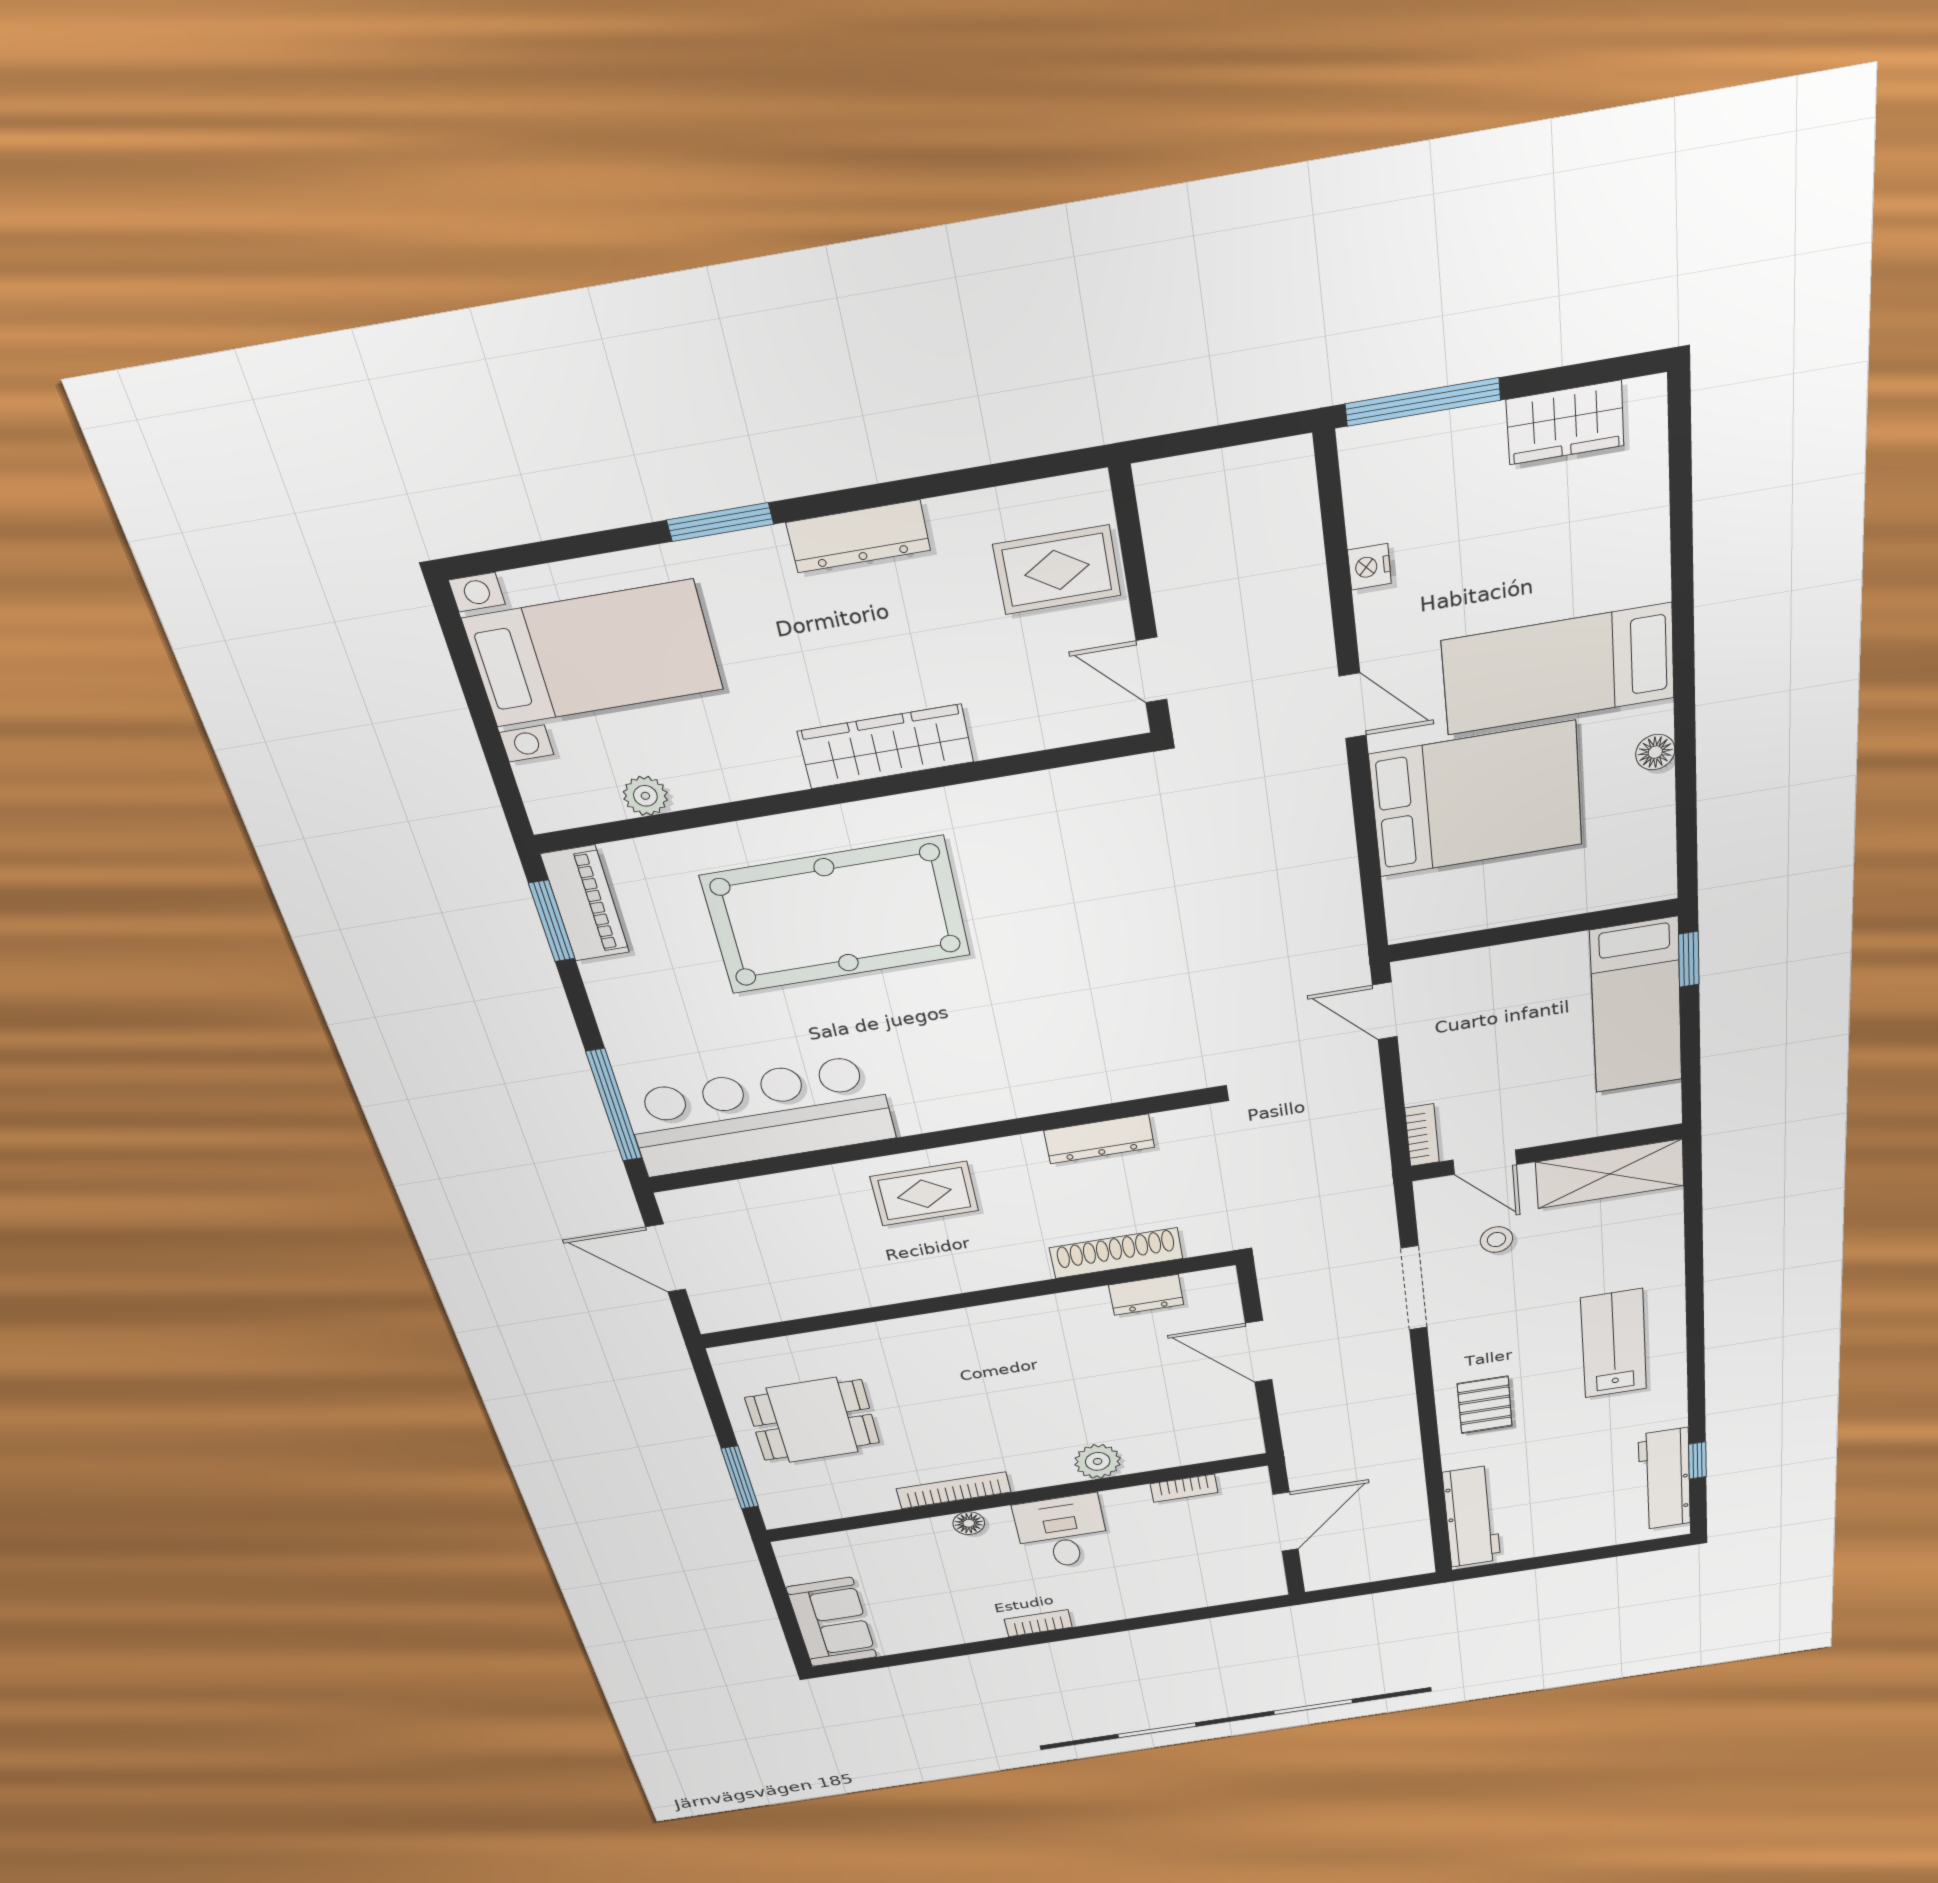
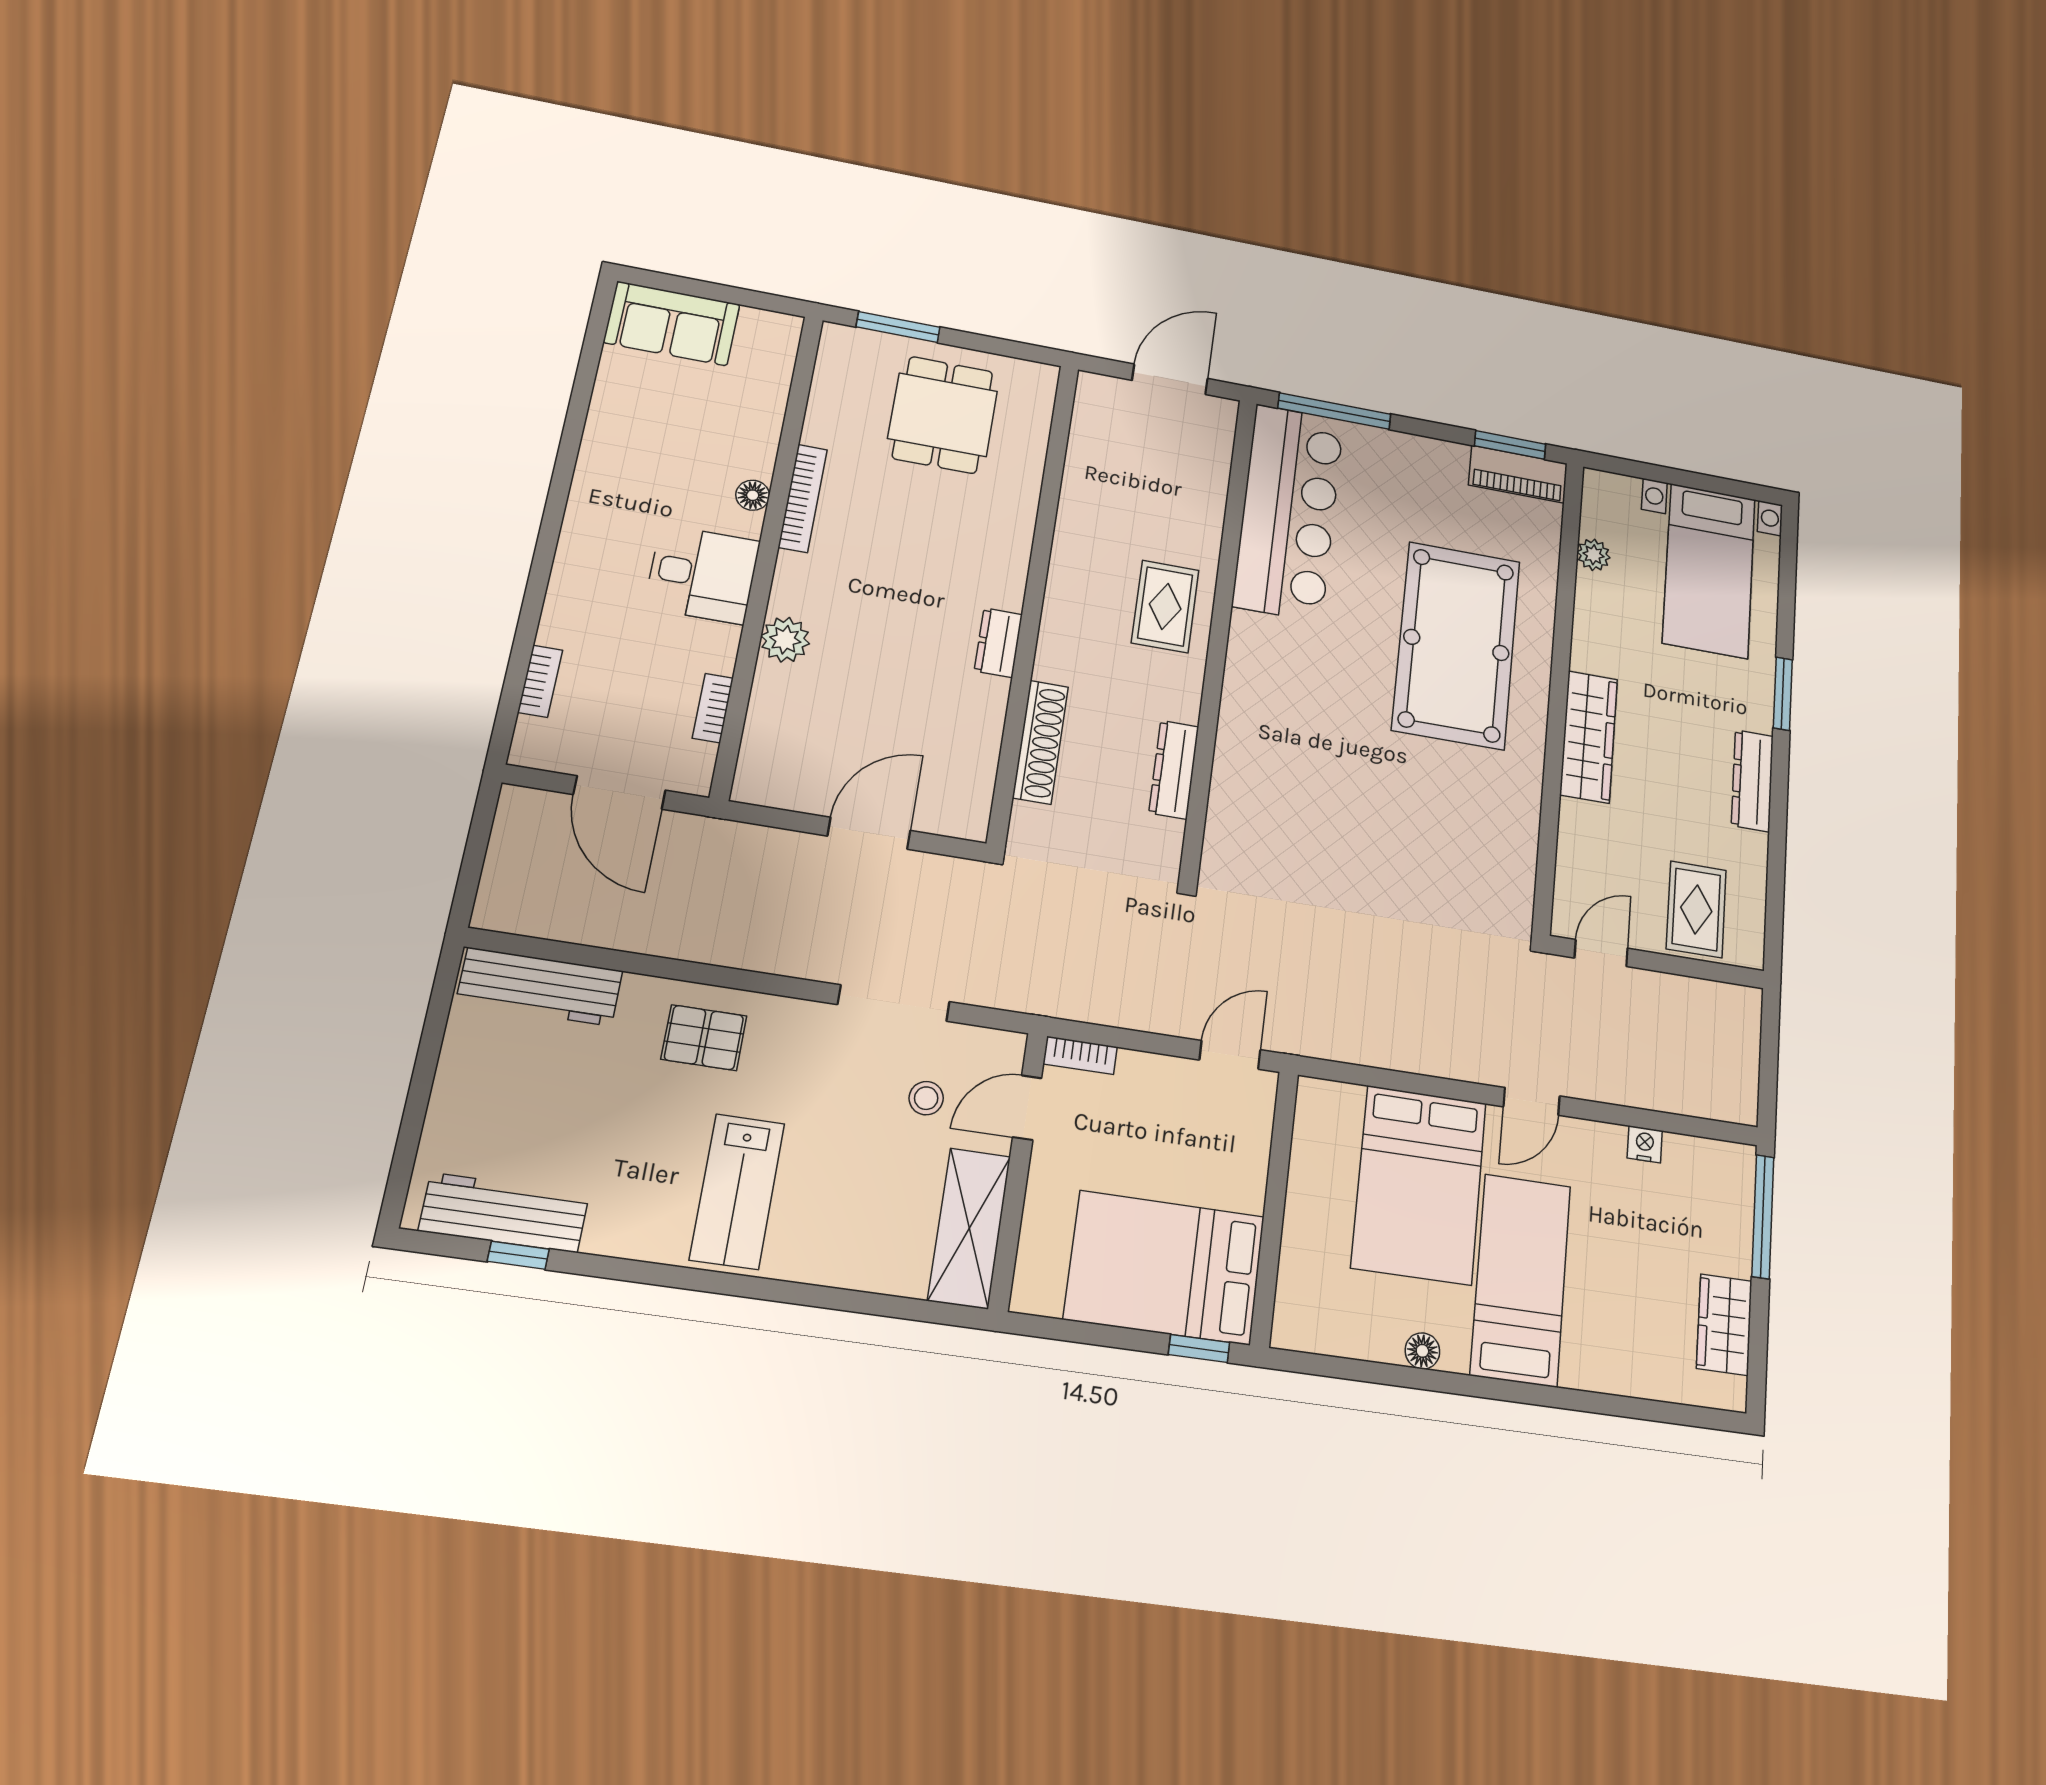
bed: (1636, 1006) -> (1165, 1268), width x1.50
dresser: (1146, 1295) -> (998, 643), moved
lab bench: (1614, 1344) -> (737, 1191), turned 90
bookcase: (1038, 1623) -> (540, 681), moved

